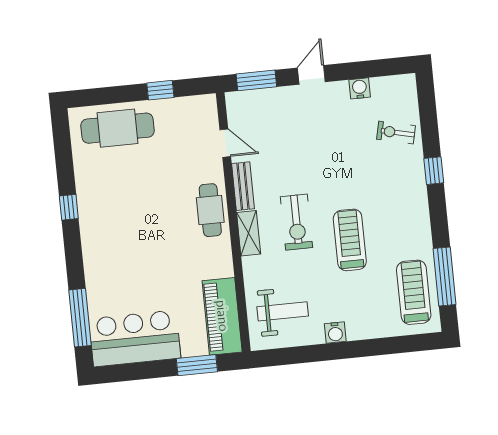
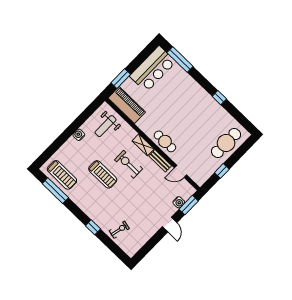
water cooler: (360, 88) -> (179, 202), moved

